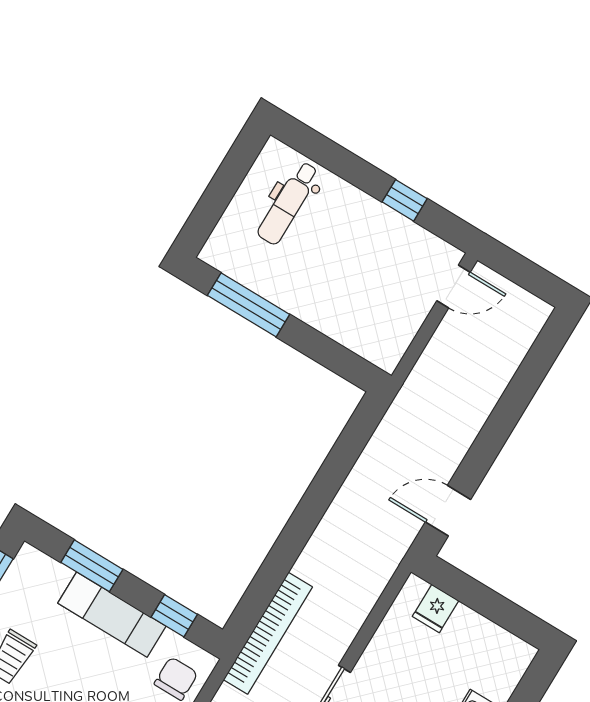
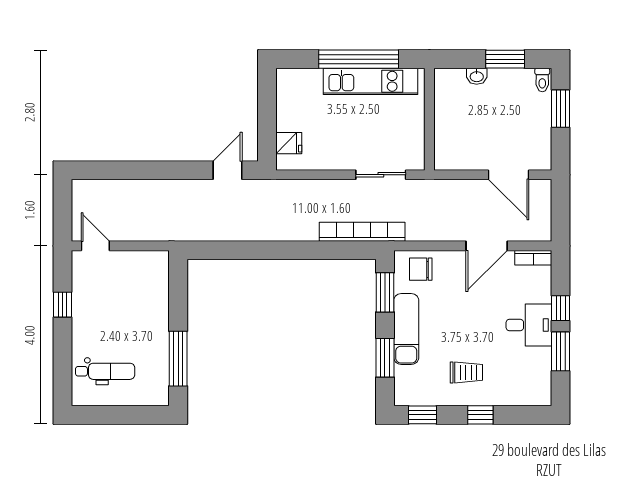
door: (448, 511) -> (228, 170), swing flipped
window: (174, 616) -> (385, 292), width x1.50

